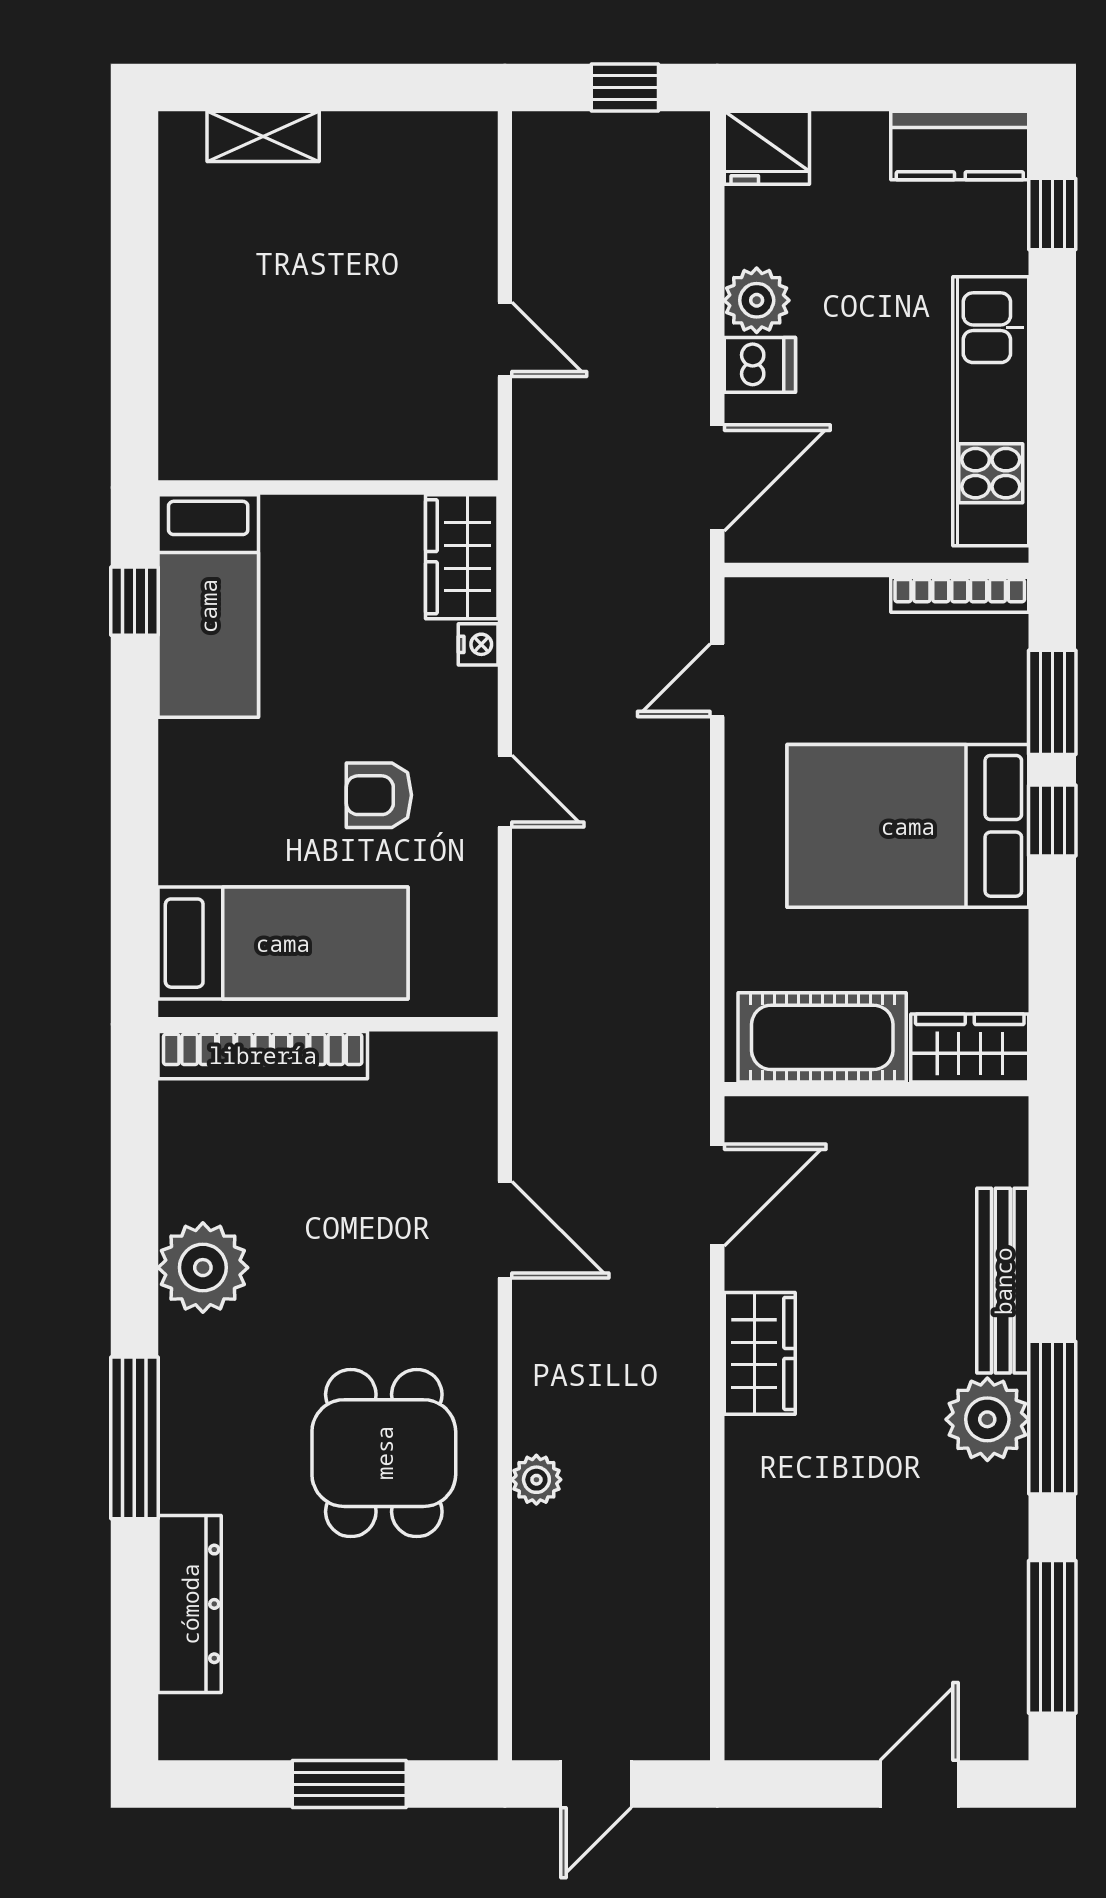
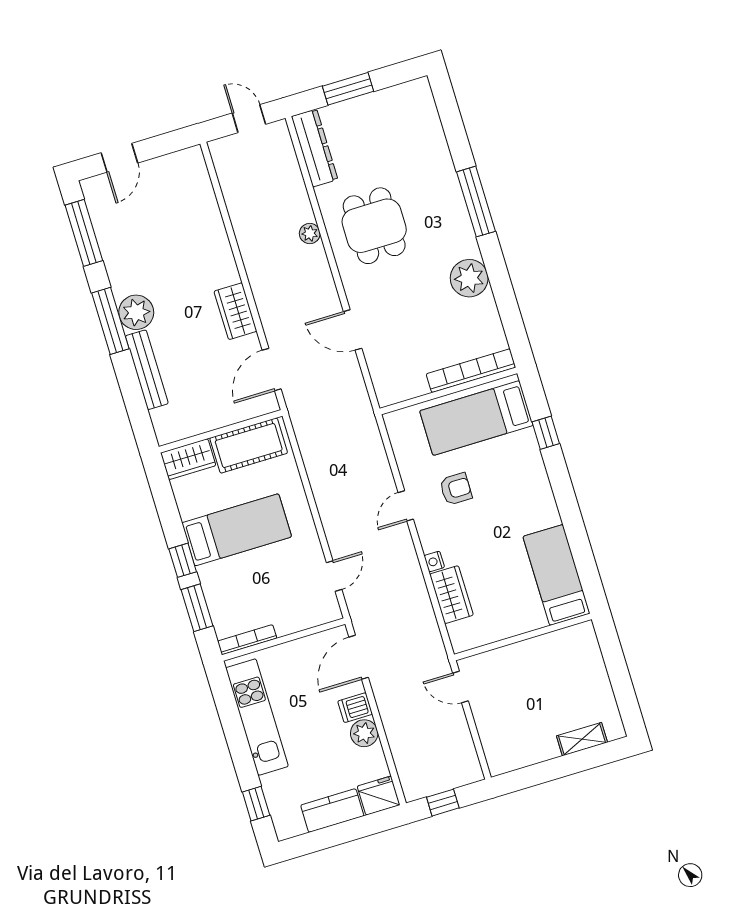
kitchen counter: (960, 146) -> (332, 811), moved
wall: (328, 487) -> (523, 637), moved
window: (134, 601) -> (546, 433), moved
bed: (208, 606) -> (556, 575), moved
door: (505, 791) -> (406, 506), hinge flipped
bed: (908, 826) -> (237, 530), width x0.67
dresser: (190, 1604) -> (315, 148), moved, turned 180
door: (596, 1784) -> (249, 119), hinge flipped

